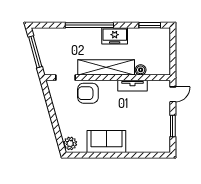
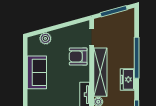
armchair: (88, 93) -> (78, 56), turned -90
plant: (70, 143) -> (45, 38), moved

